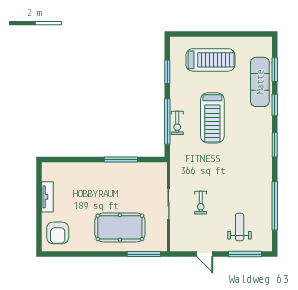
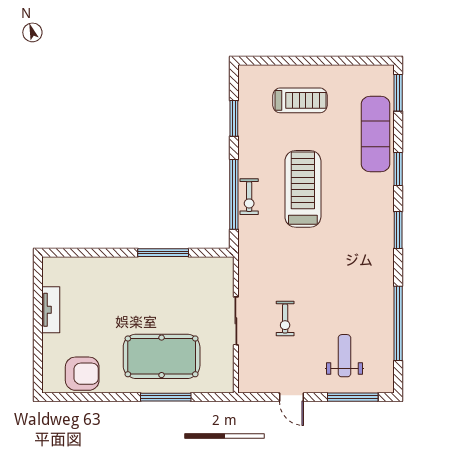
treadmill: (210, 60) -> (300, 100), width x0.73, depth x0.73
window: (275, 70) -> (398, 93), moved
treadmill: (212, 118) -> (303, 189), turned 180
armchair: (58, 233) -> (82, 374), moved, turned -90
window: (144, 254) -> (166, 397), moved

